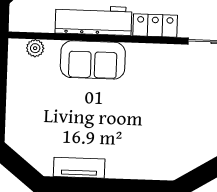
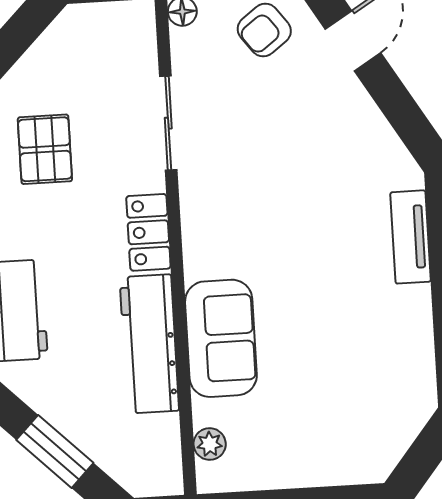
tv unit: (79, 168) -> (411, 237), moved

